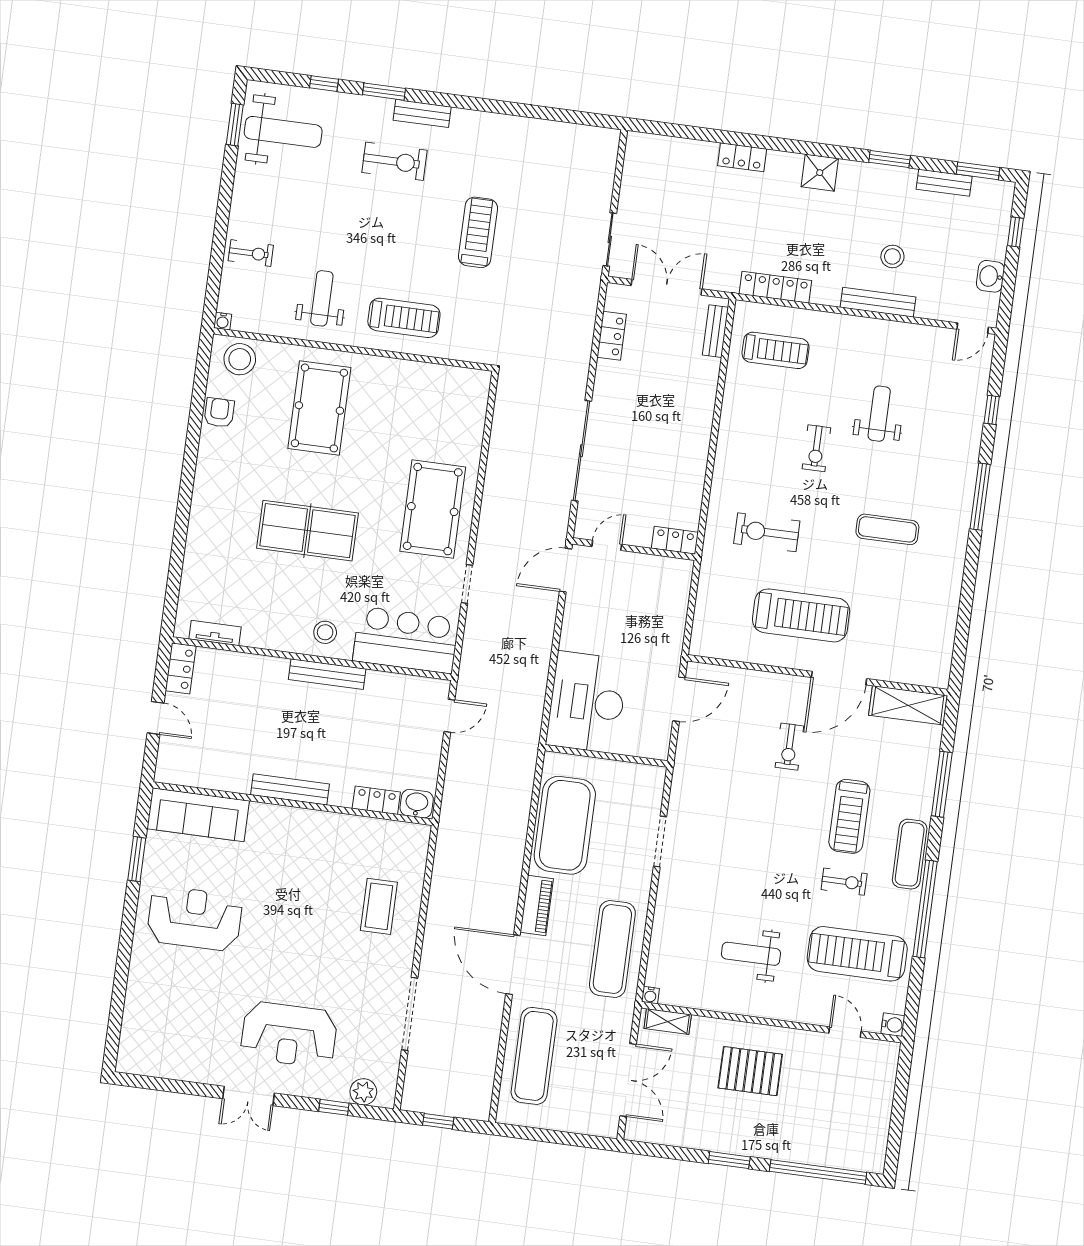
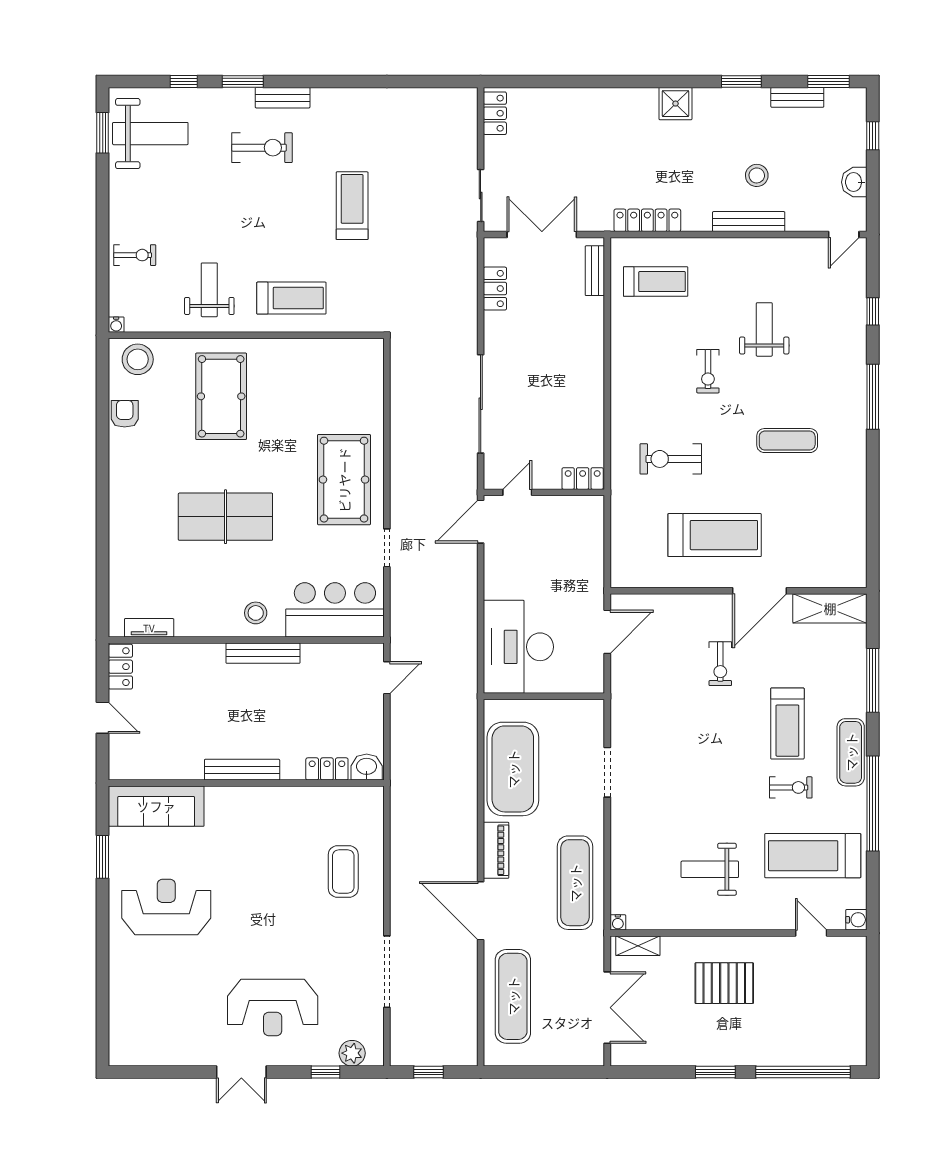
locker: (742, 157) -> (495, 113), moved, turned -90

